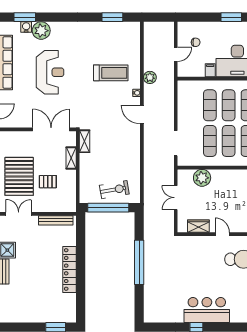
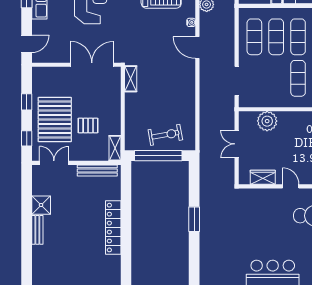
exercise mat: (210, 141) -> (254, 37), moved
shelving: (71, 158) -> (115, 148), moved
window: (139, 262) -> (194, 219), width x0.47

